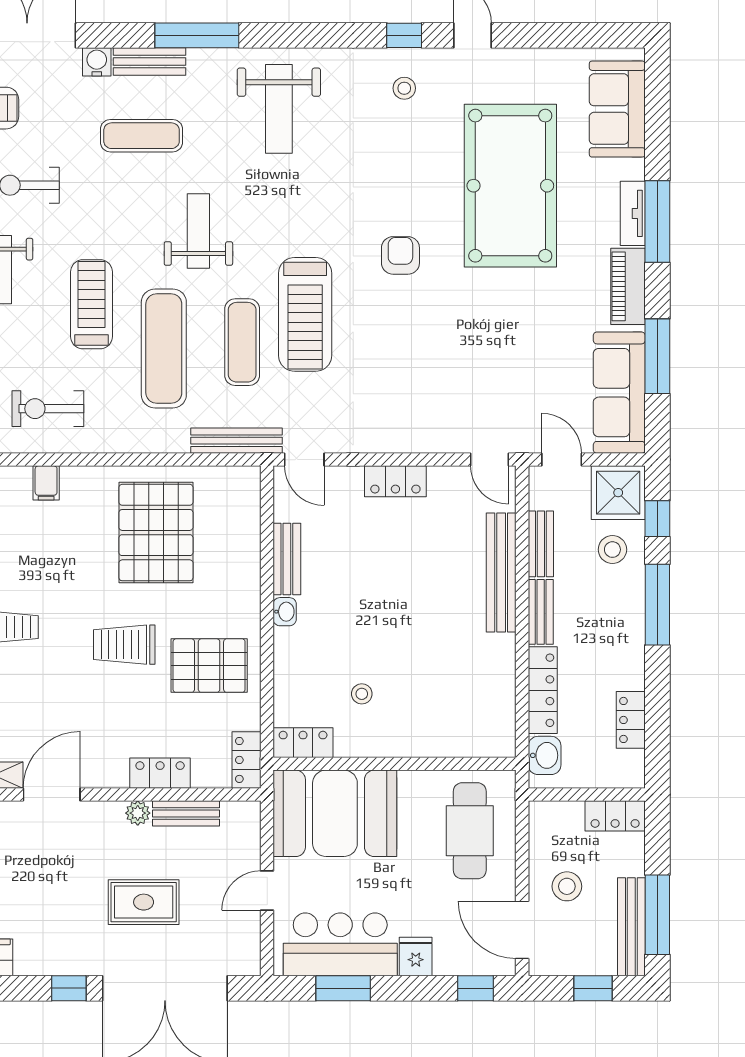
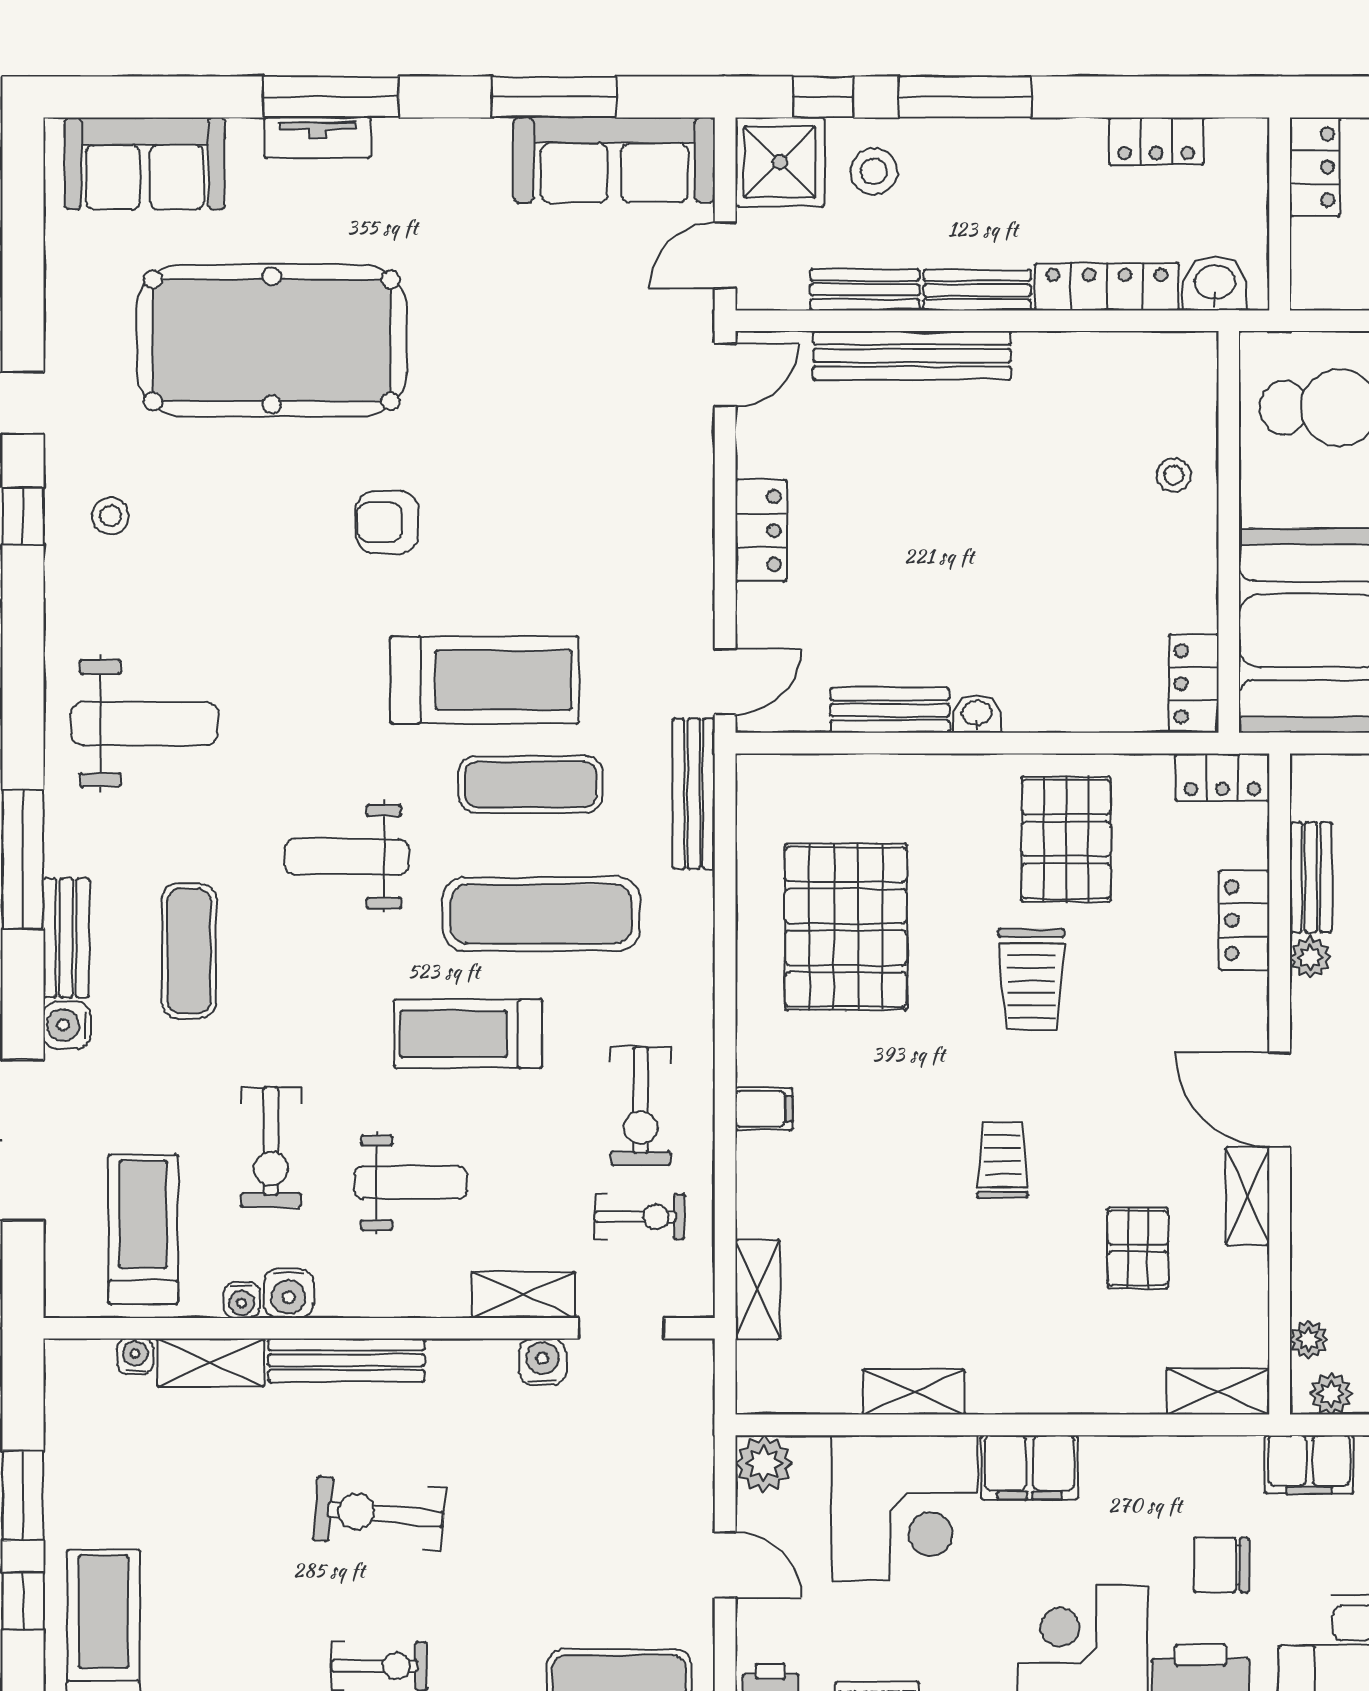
piano: (628, 286) -> (438, 146), removed
pallet: (156, 533) -> (846, 927), turned 90
stool: (362, 694) -> (1174, 475), moved

